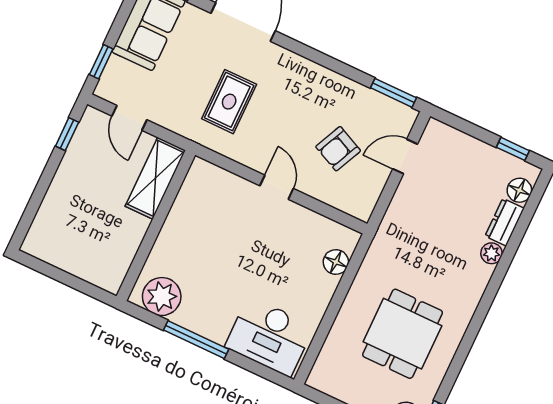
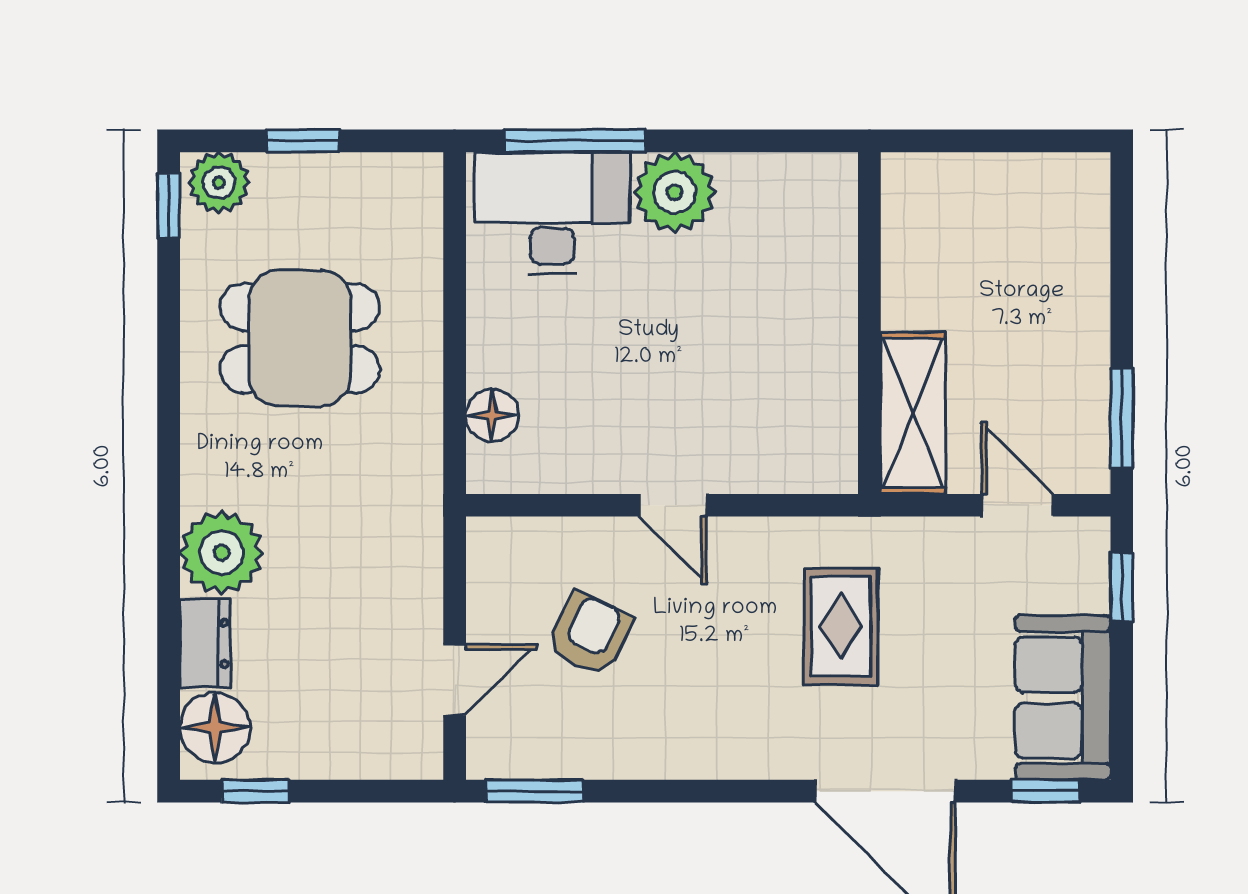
window: (67, 134) -> (1122, 418), width x1.50
floor lamp: (519, 190) -> (215, 728), width x1.38, depth x1.38
plant: (491, 253) -> (222, 553), width x1.88, depth x1.88
plant: (162, 297) -> (675, 192), moved
dining table: (403, 334) -> (300, 338), turned 90
window: (196, 340) -> (574, 141), moved

